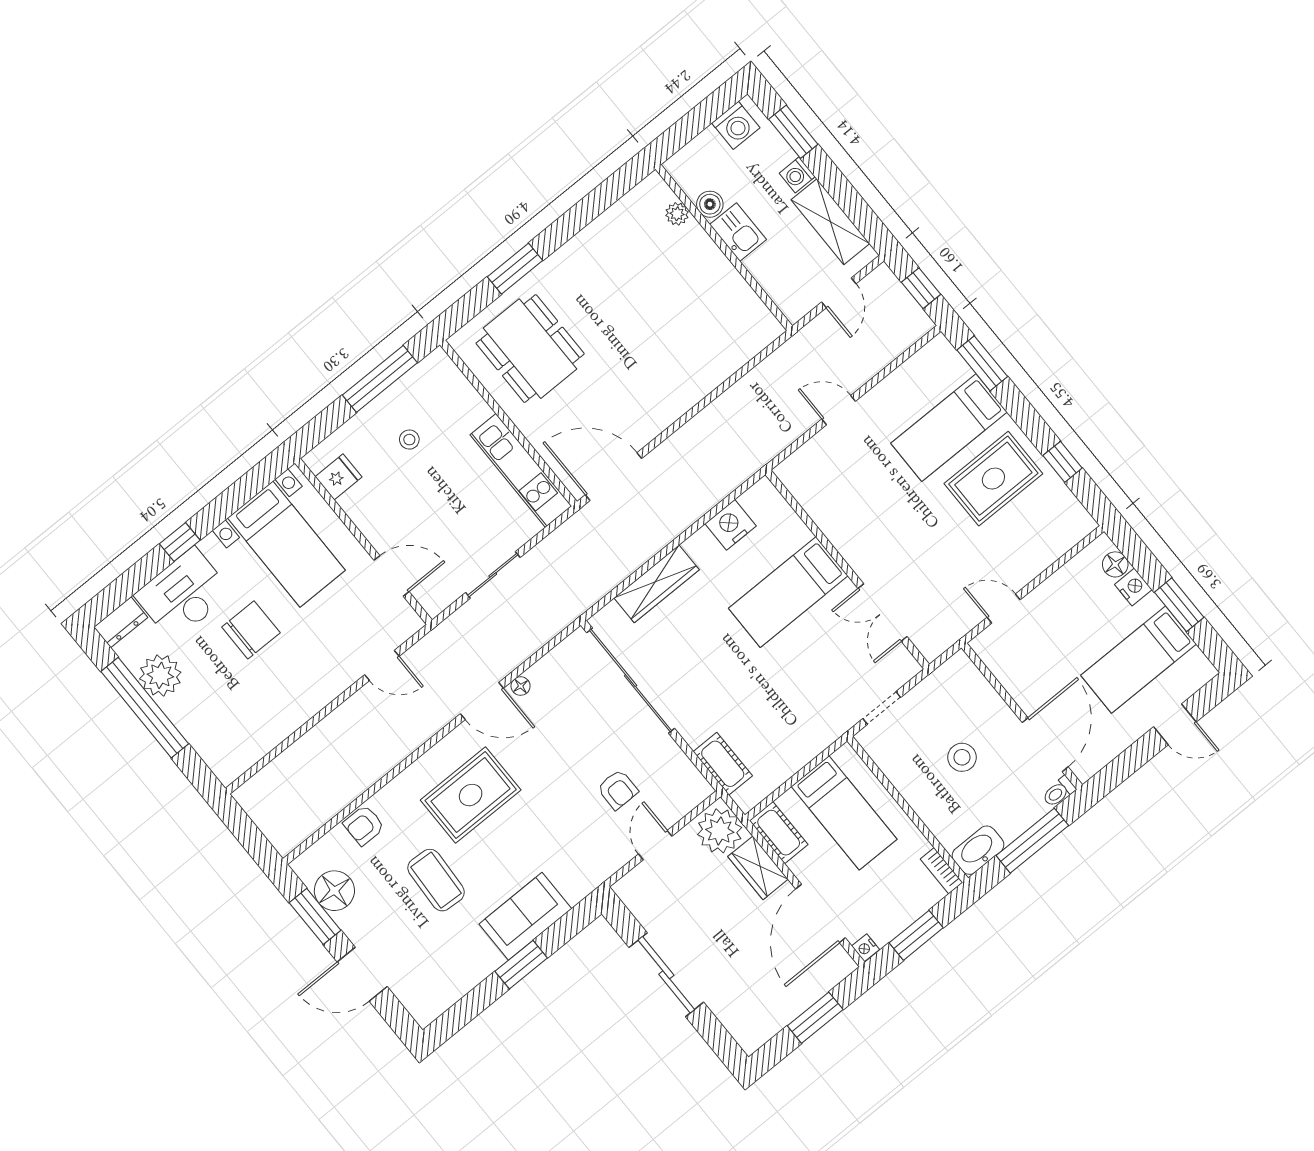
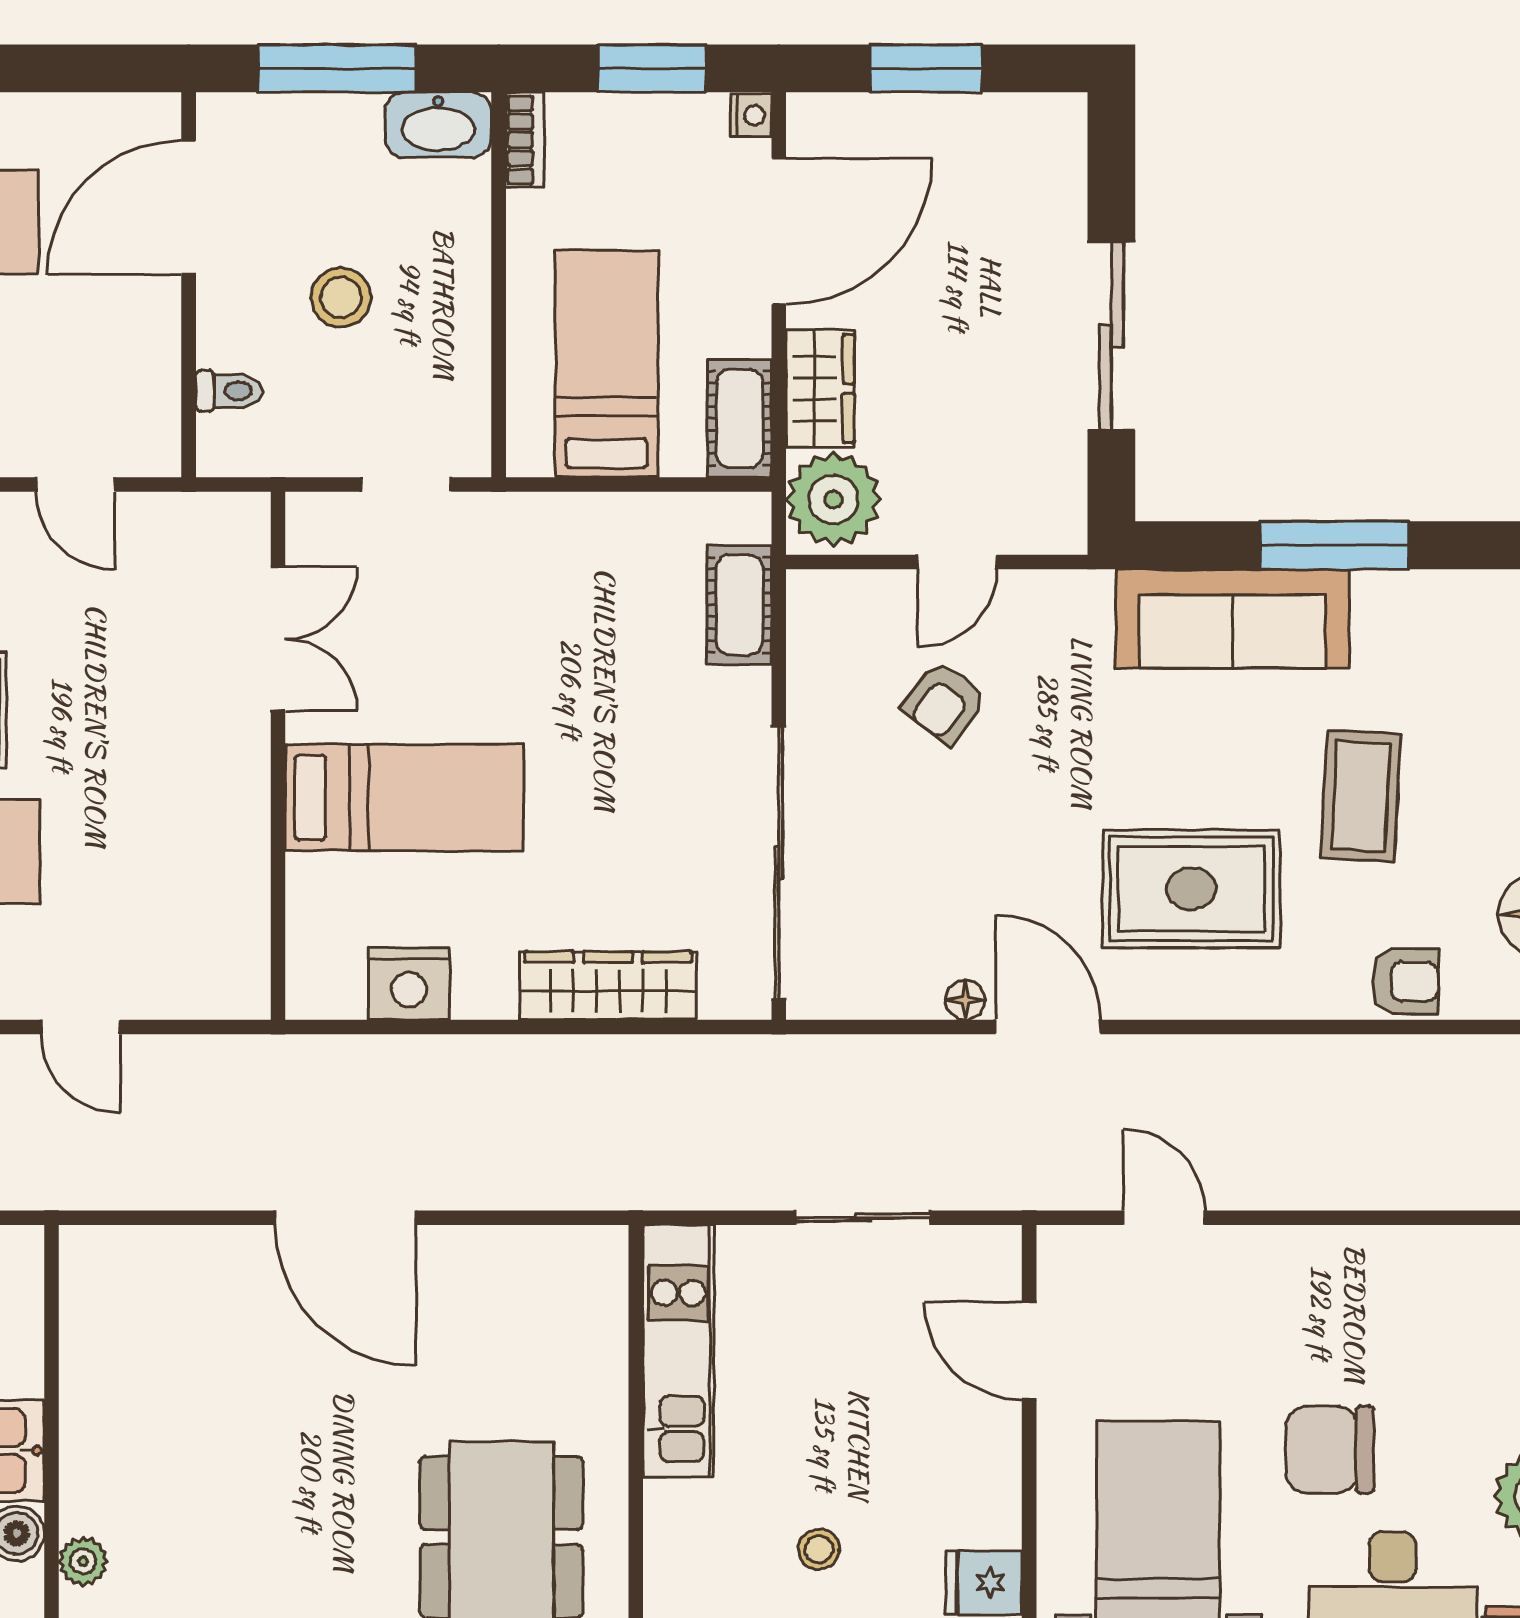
door: (613, 477) -> (345, 1218), moved
armchair: (618, 790) -> (945, 702), turned -143
toilet: (1059, 792) -> (229, 391), moved
sofa: (525, 916) -> (1233, 619), width x1.36
window: (521, 965) -> (1334, 545), width x1.44

